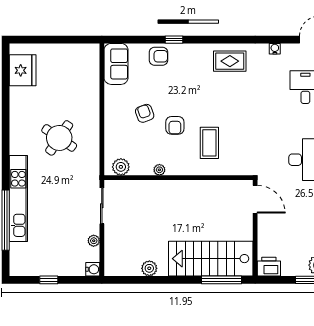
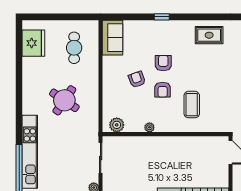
armchair: (159, 56) -> (163, 63), moved, turned -90
cafe table: (71, 76) -> (74, 48), added

